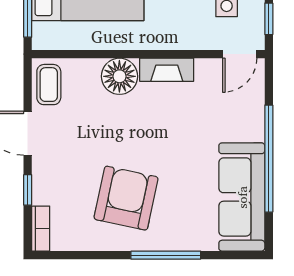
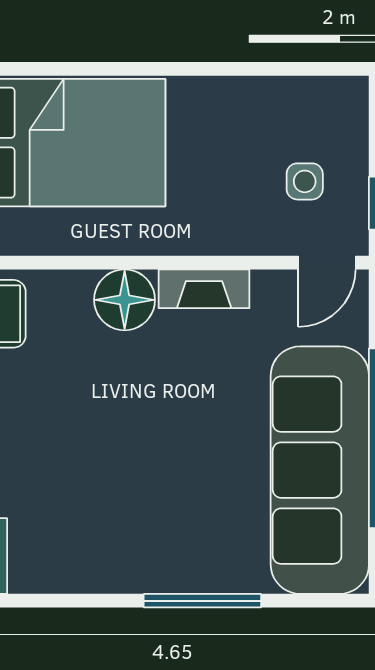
sofa: (242, 197) -> (320, 470), width x1.36, depth x1.27
armchair: (126, 198) -> (136, 505), removed

